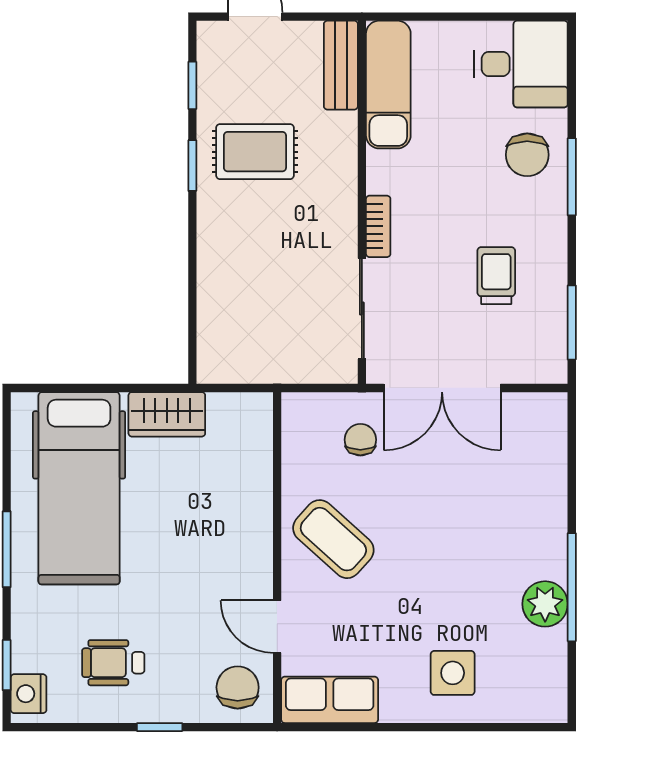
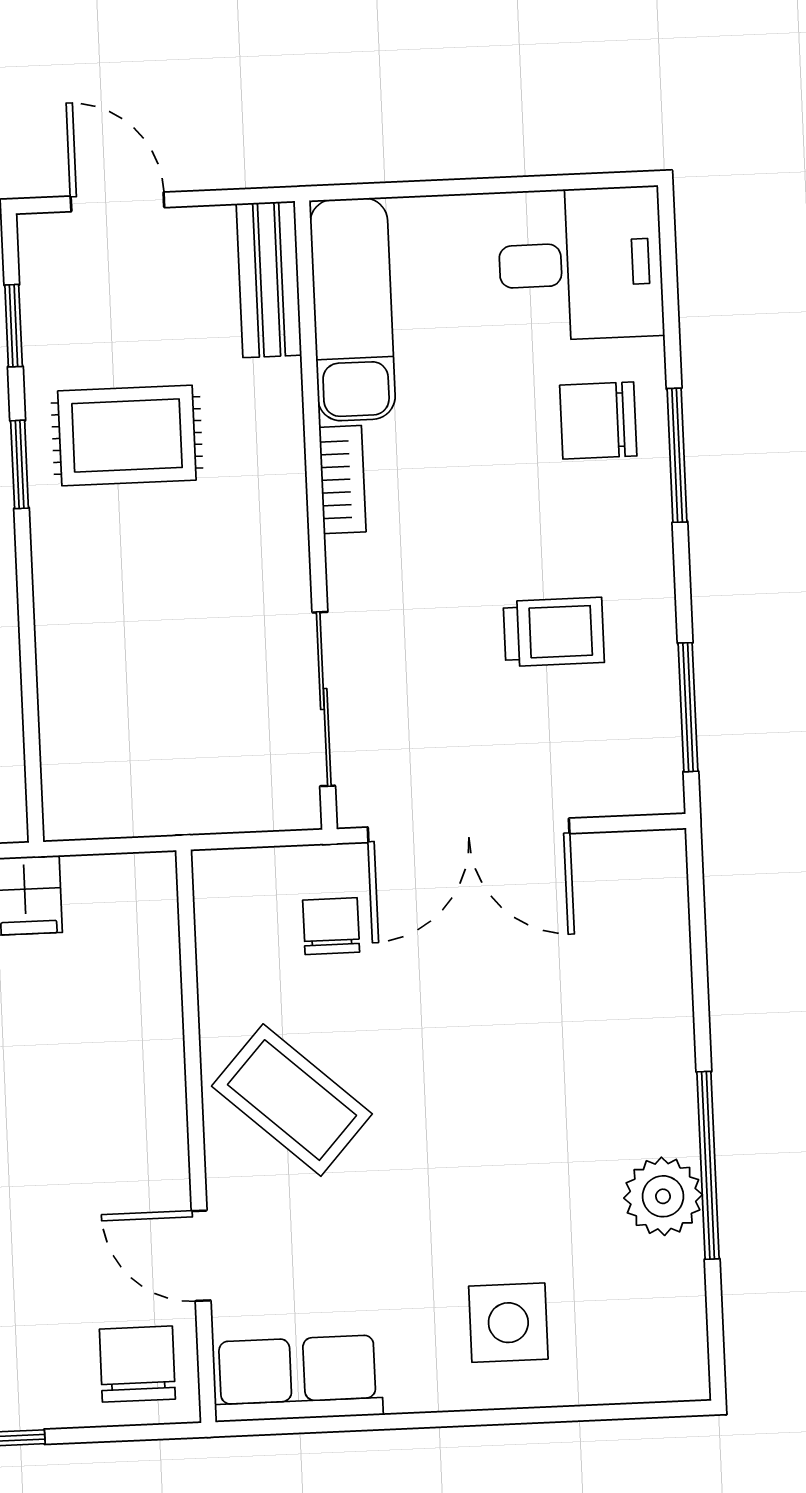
chair: (527, 155) -> (598, 421), turned 90
bookcase: (378, 226) -> (342, 480), moved
trolley: (496, 276) -> (554, 632), turned 90

